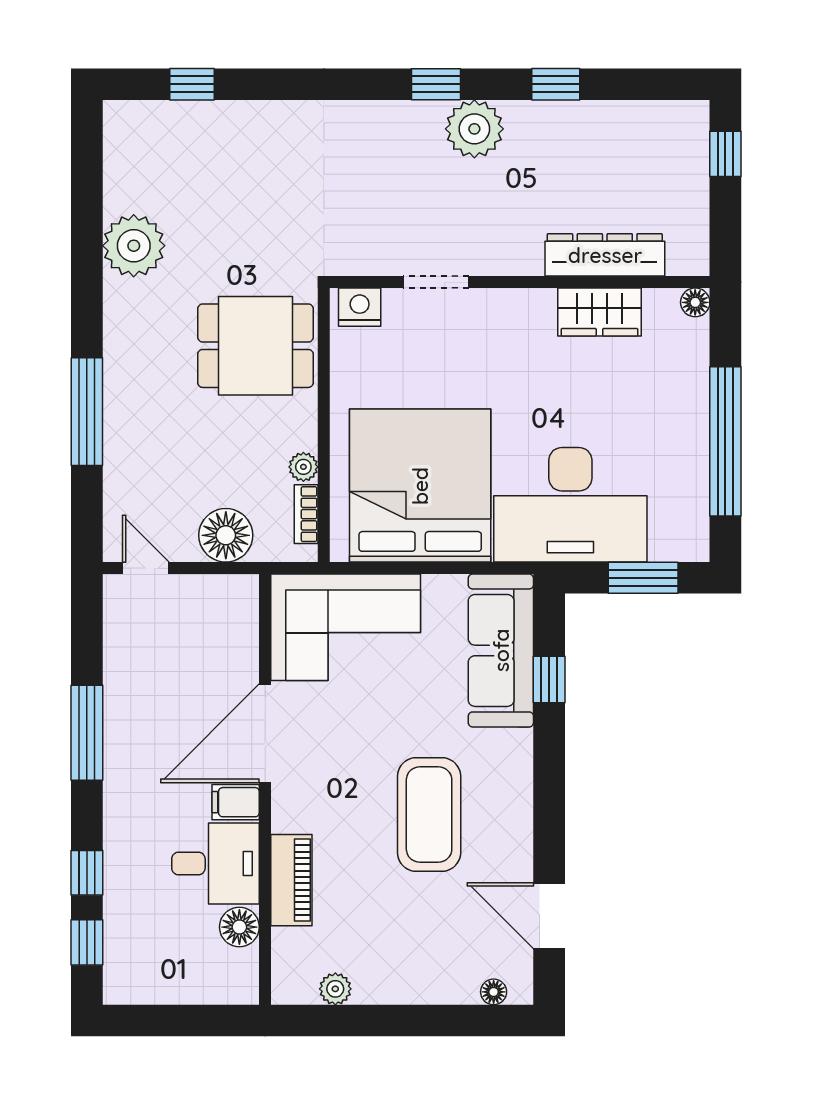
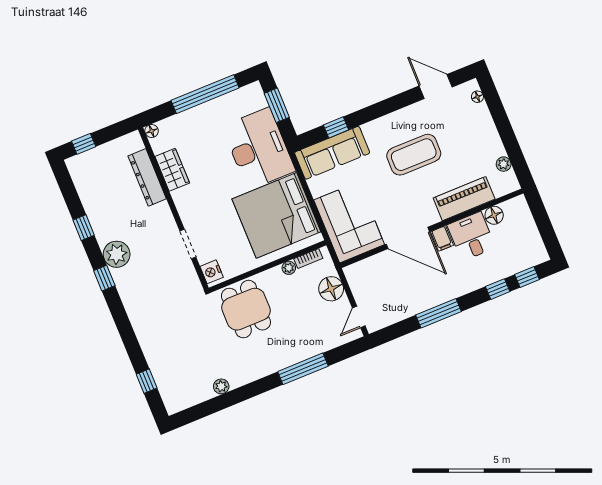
plant: (134, 246) -> (221, 386), width x0.53, depth x0.53
piano: (291, 880) -> (464, 199), width x1.37, depth x1.33
door: (549, 916) -> (436, 86), swing flipped

